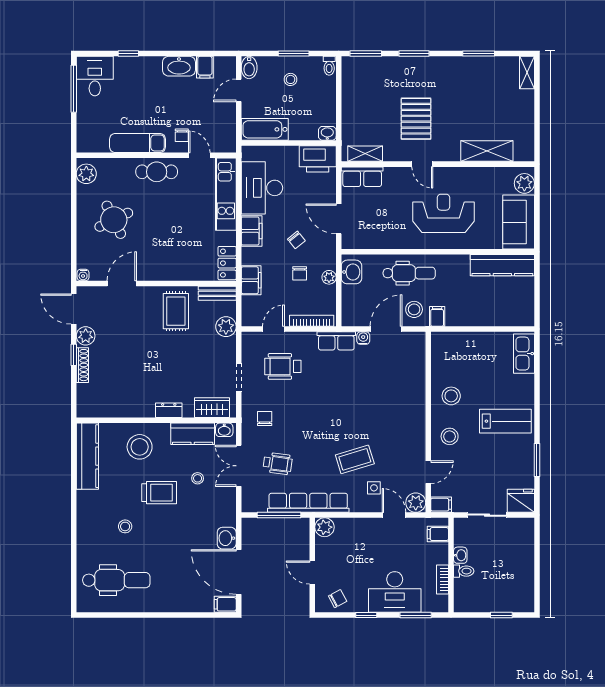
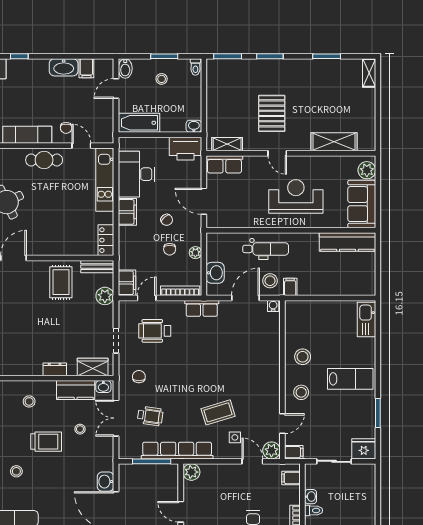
washbasin: (351, 272) -> (215, 273), moved
filing cabinet: (251, 280) -> (127, 283), moved
water cooler: (363, 338) -> (273, 306), moved
stool: (140, 447) -> (29, 401), width x0.53, depth x0.53

